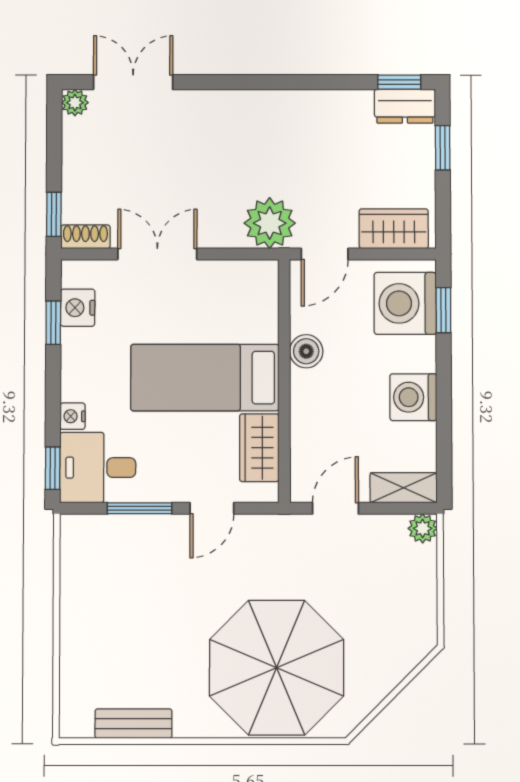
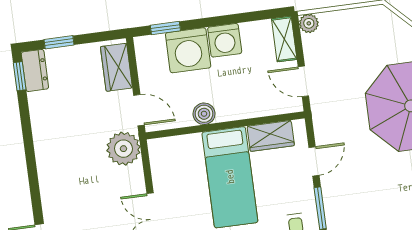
washing machine: (405, 303) -> (188, 50), moved
door: (212, 508) -> (314, 161), hinge flipped

